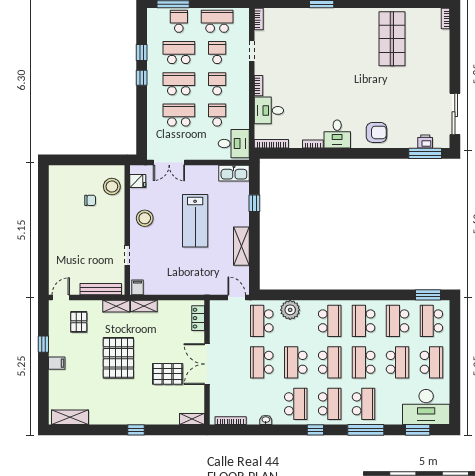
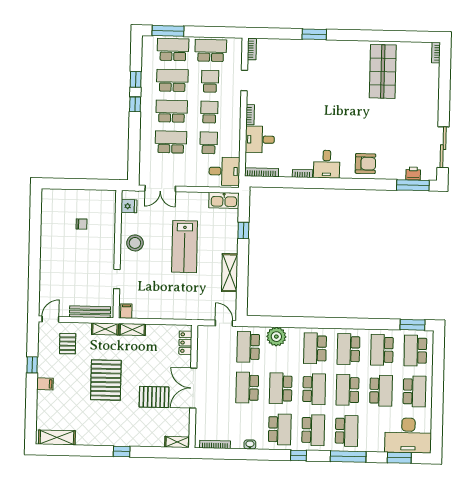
school desk: (179, 21) -> (173, 50), width x1.85
stool: (112, 186) -> (103, 211), removed
school desk: (330, 321) -> (315, 348), turned 180

